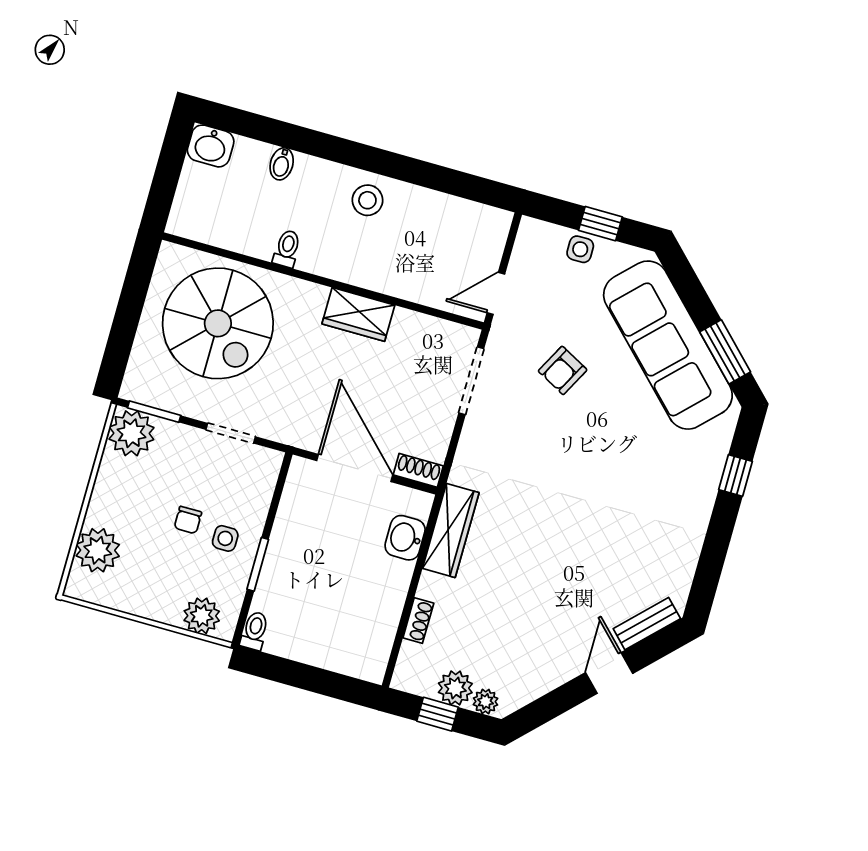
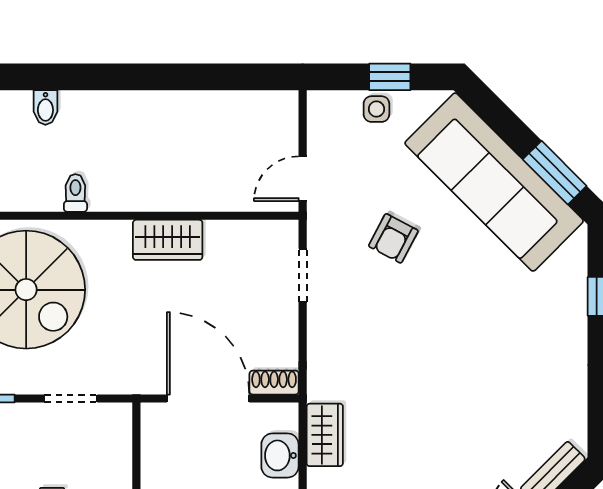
stool: (367, 200) -> (144, 120), removed
doorway: (471, 381) -> (303, 275), width x0.73
wardrobe: (451, 531) -> (325, 435), width x0.67

